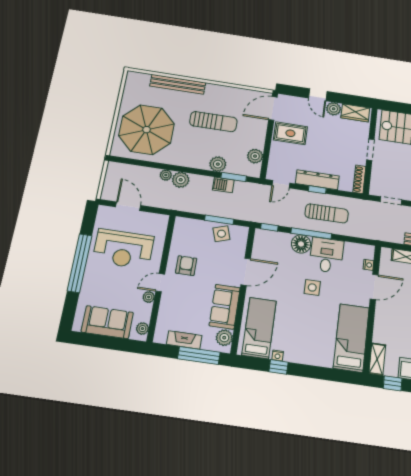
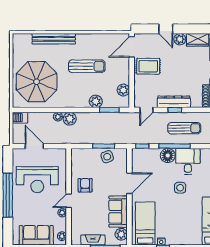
barbecue: (223, 185) -> (20, 118), moved

